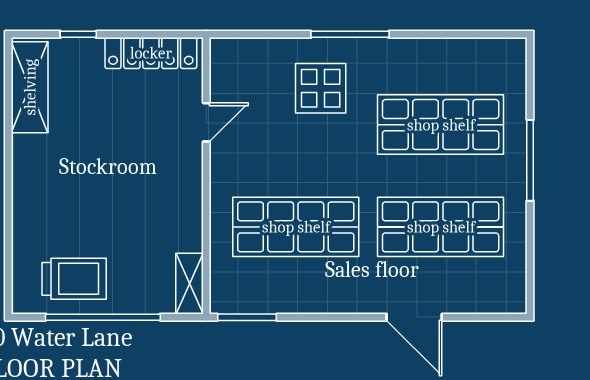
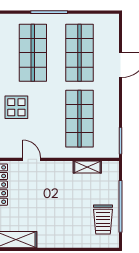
trolley: (74, 279) -> (103, 219), turned 180
shelving: (189, 284) -> (87, 167), moved

